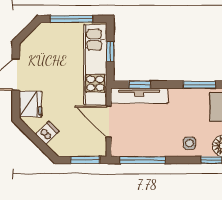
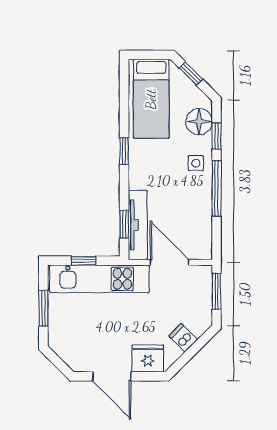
window: (71, 19) -> (43, 308), width x0.69
window: (199, 85) -> (124, 151), width x0.67
door: (109, 122) -> (170, 262), swing flipped
window: (142, 160) -> (217, 188), moved

